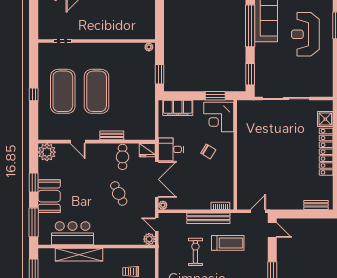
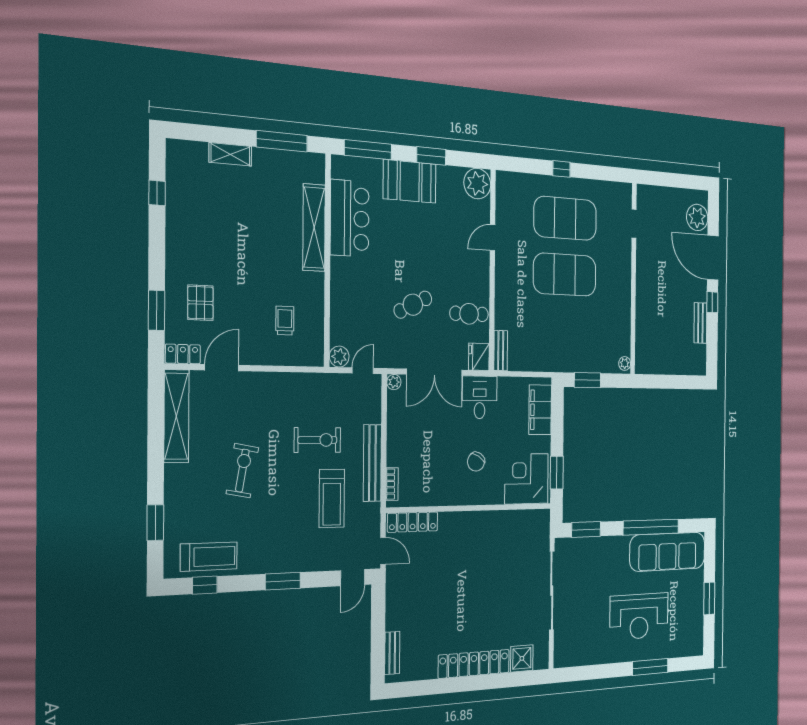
reception desk: (305, 34) -> (639, 616), turned 180
bench: (112, 135) -> (501, 351), moved
locker: (242, 193) -> (413, 522), added

